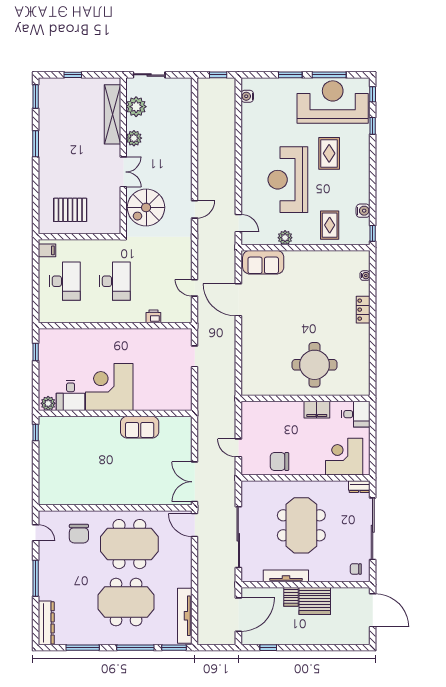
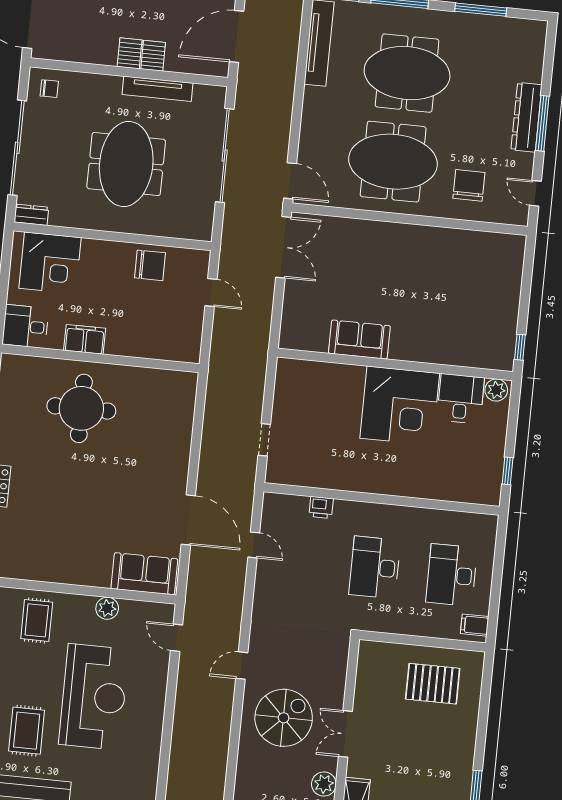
spiral stairs: (146, 207) -> (284, 718), moved
server rack: (315, 601) -> (130, 53), width x0.46, depth x0.70
dresser: (46, 623) -> (526, 117), moved

